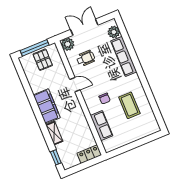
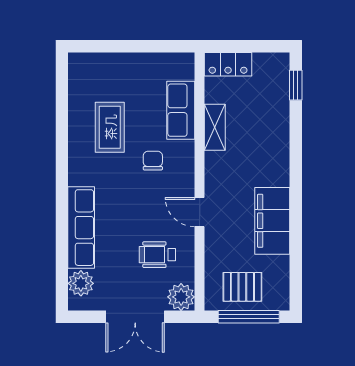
pallet: (43, 60) -> (242, 287), turned 90
filing cabinet: (47, 106) -> (272, 221), moved
shelving: (54, 133) -> (215, 127), moved

